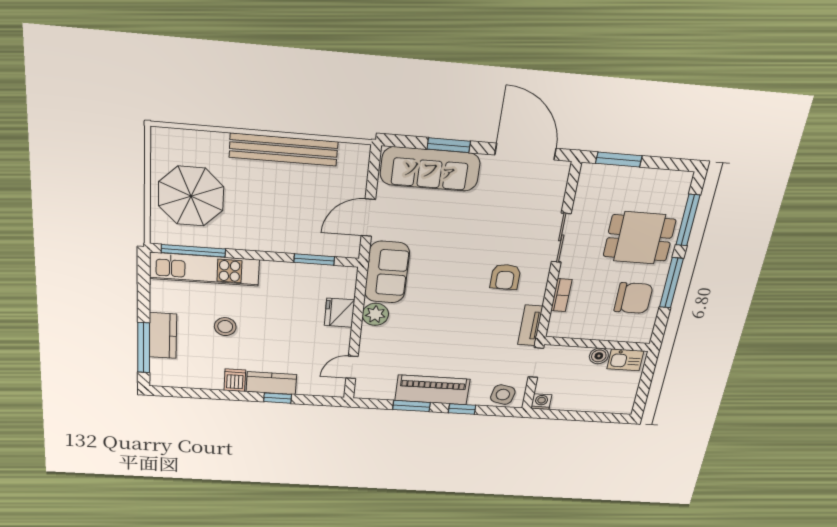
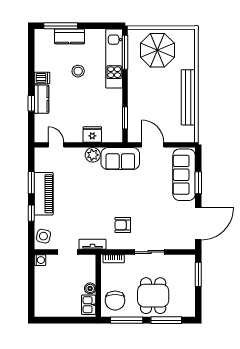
wall: (597, 344) -> (98, 286), moved
boiler: (599, 356) -> (90, 288), moved
kitchen sink: (625, 360) -> (89, 305), moved

